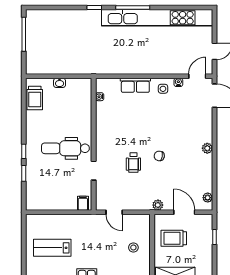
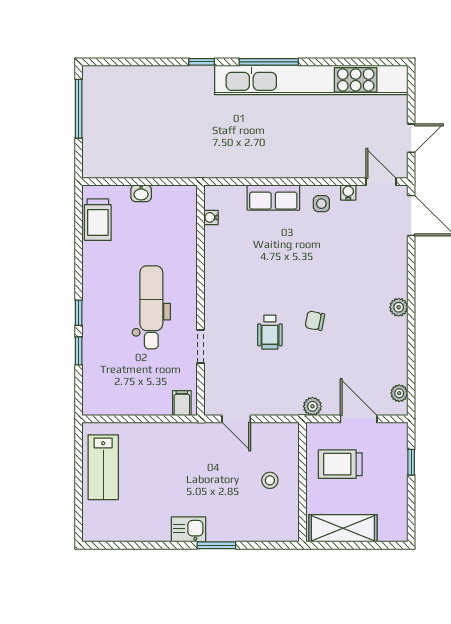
door: (197, 76) -> (381, 182), hinge flipped
dental chair: (65, 148) -> (151, 307), turned 90
lab bench: (52, 248) -> (103, 467), moved, turned -90

